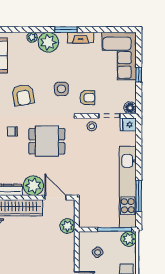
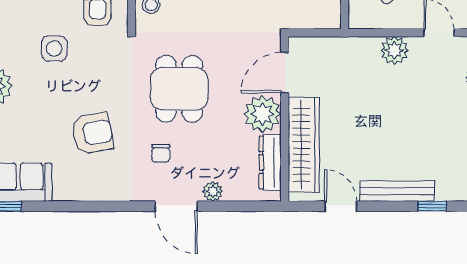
side table: (61, 89) -> (54, 48), moved
plant: (67, 226) -> (394, 50), moved

